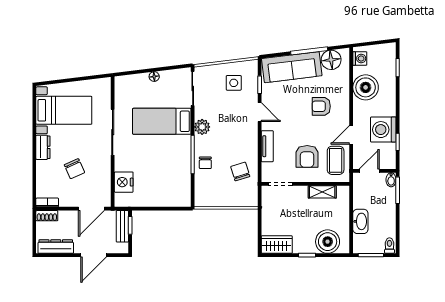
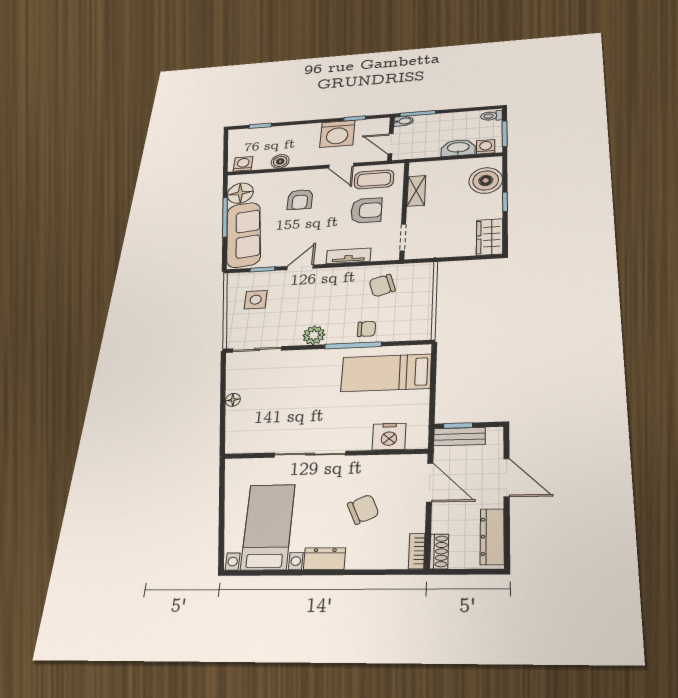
boiler: (366, 87) -> (280, 161), width x0.54, depth x0.54
bed: (162, 121) -> (386, 373), moved, turned 90
washing machine: (359, 241) -> (486, 147), added

